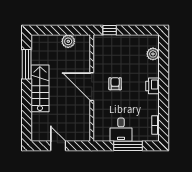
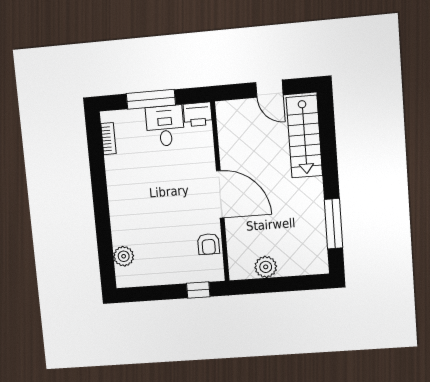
armchair: (115, 84) -> (208, 244), moved
printer: (153, 86) -> (198, 114), moved, turned 90
stairs: (40, 88) -> (304, 137), moved

